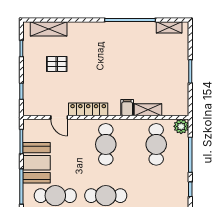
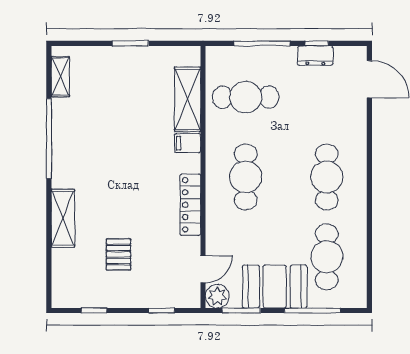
shelving: (49, 29) -> (63, 218), moved
shelving: (148, 110) -> (188, 99), width x1.50, depth x1.33
door: (59, 117) -> (203, 269), moved
plant: (181, 126) -> (217, 296), moved
cafe table: (106, 144) -> (246, 177), turned 90
dresser: (182, 188) -> (315, 56), added

